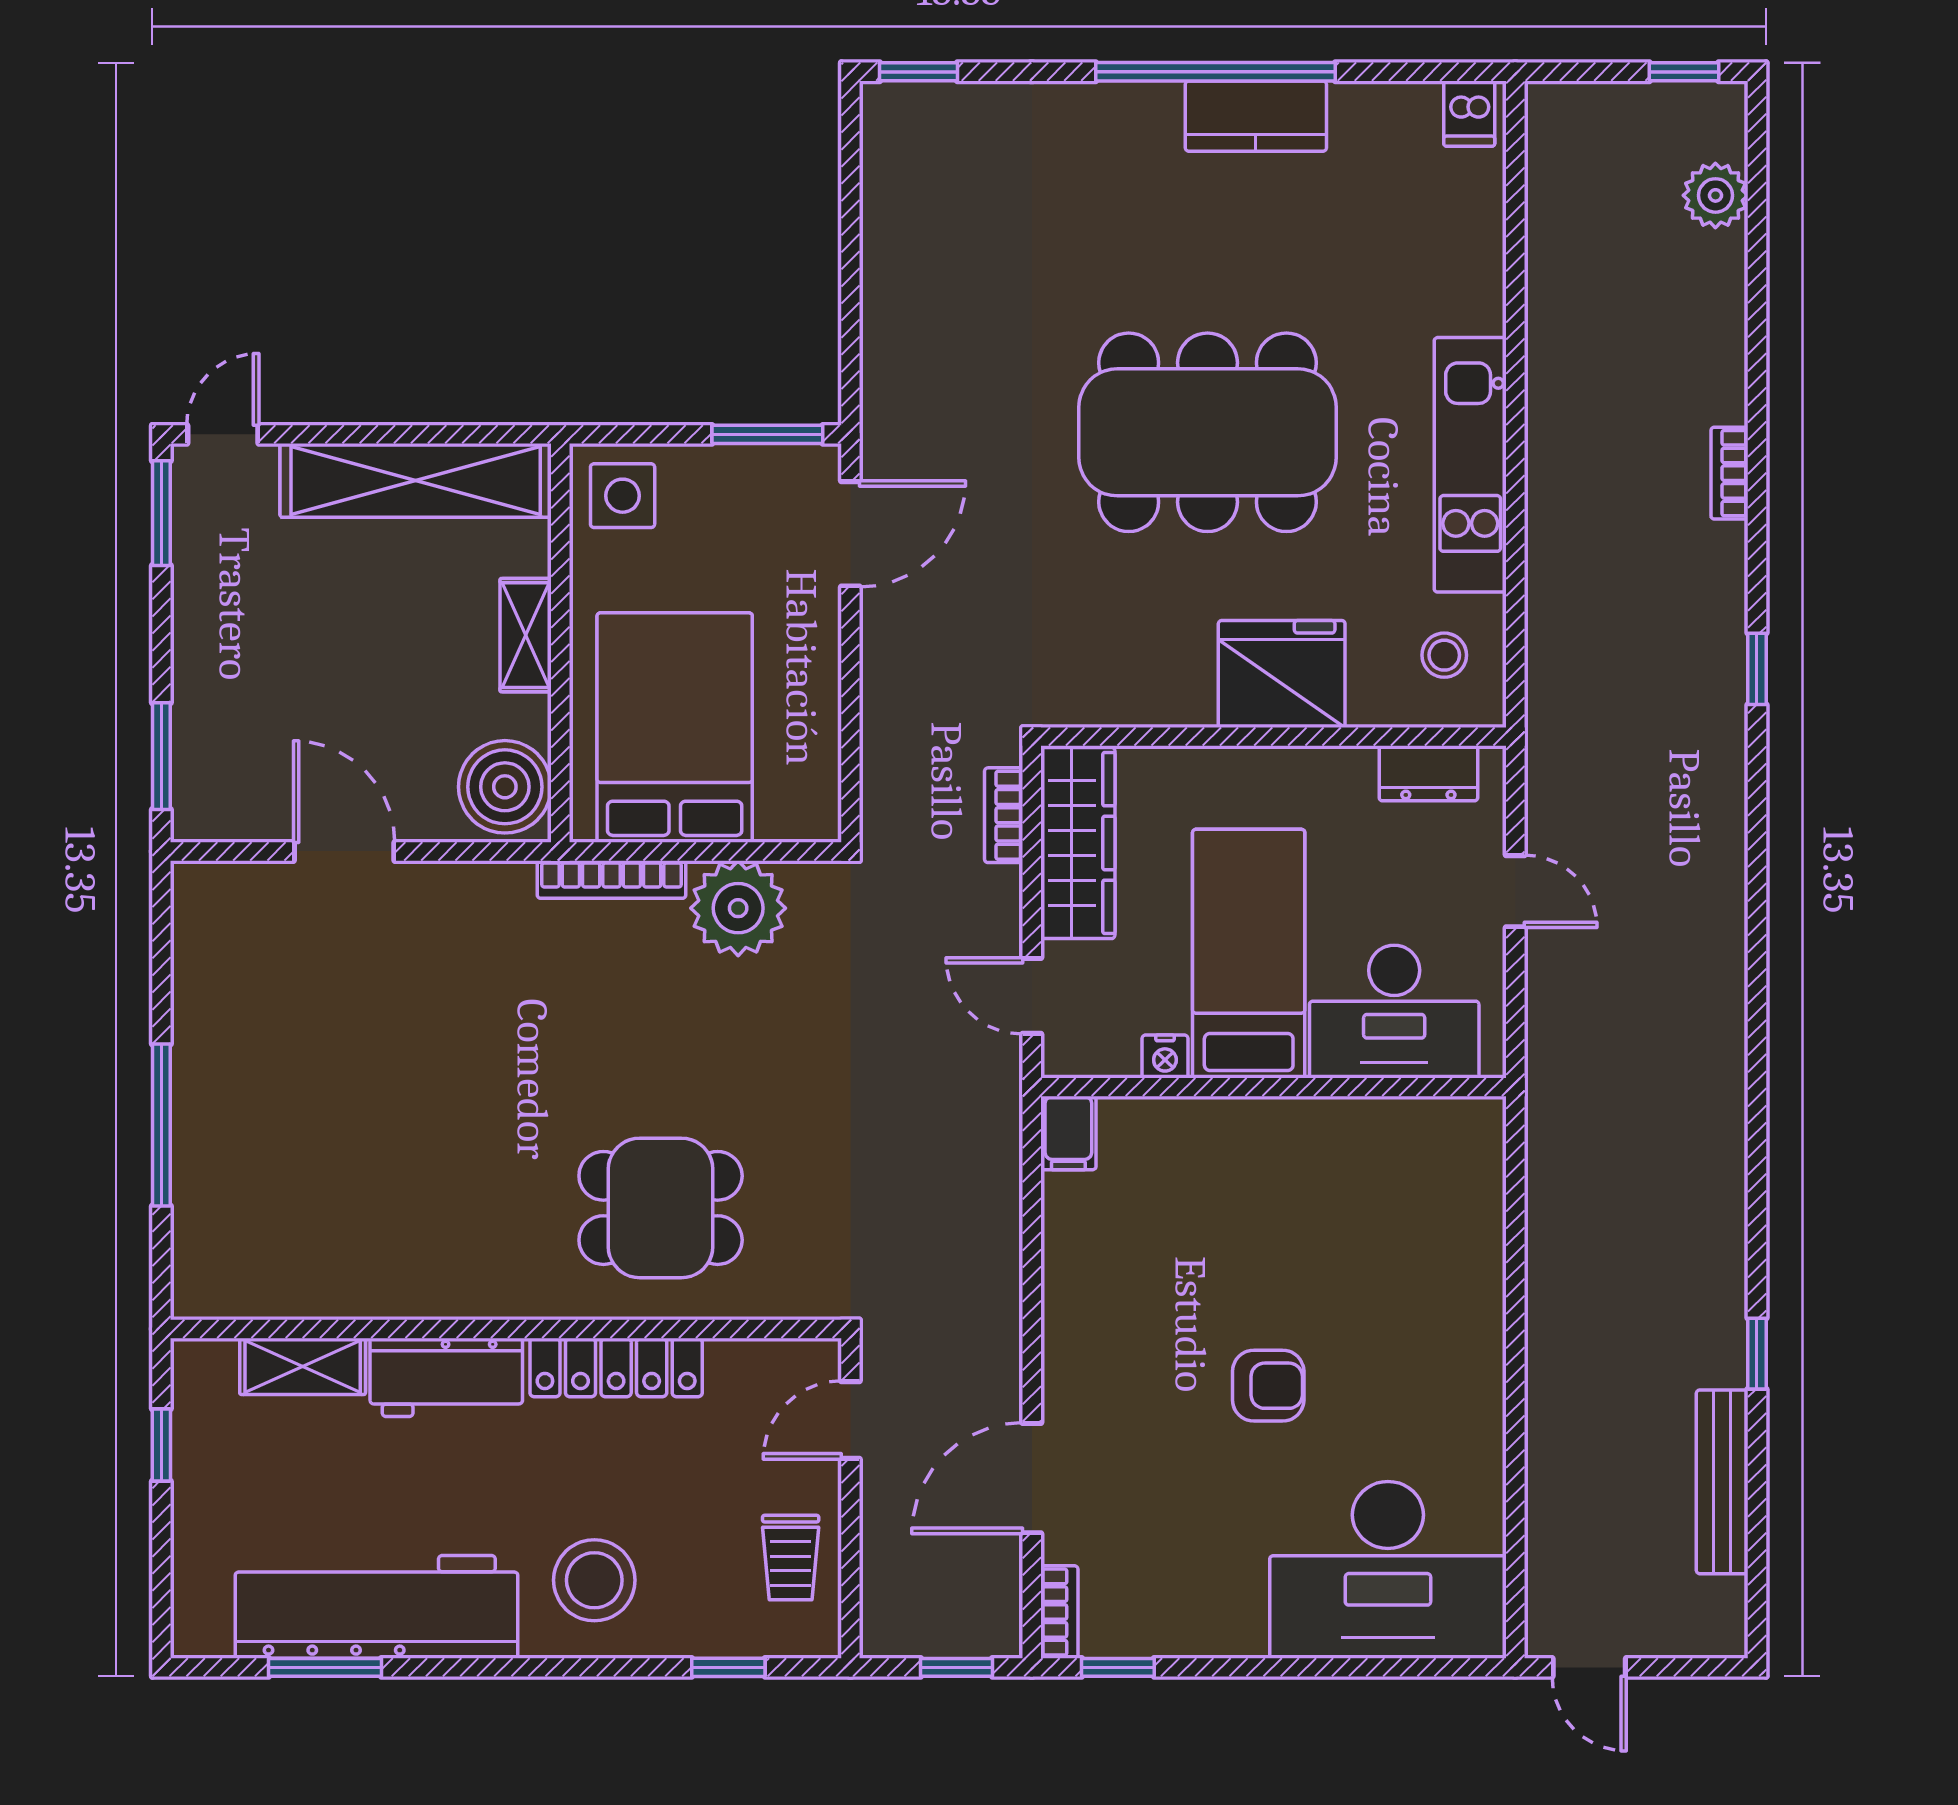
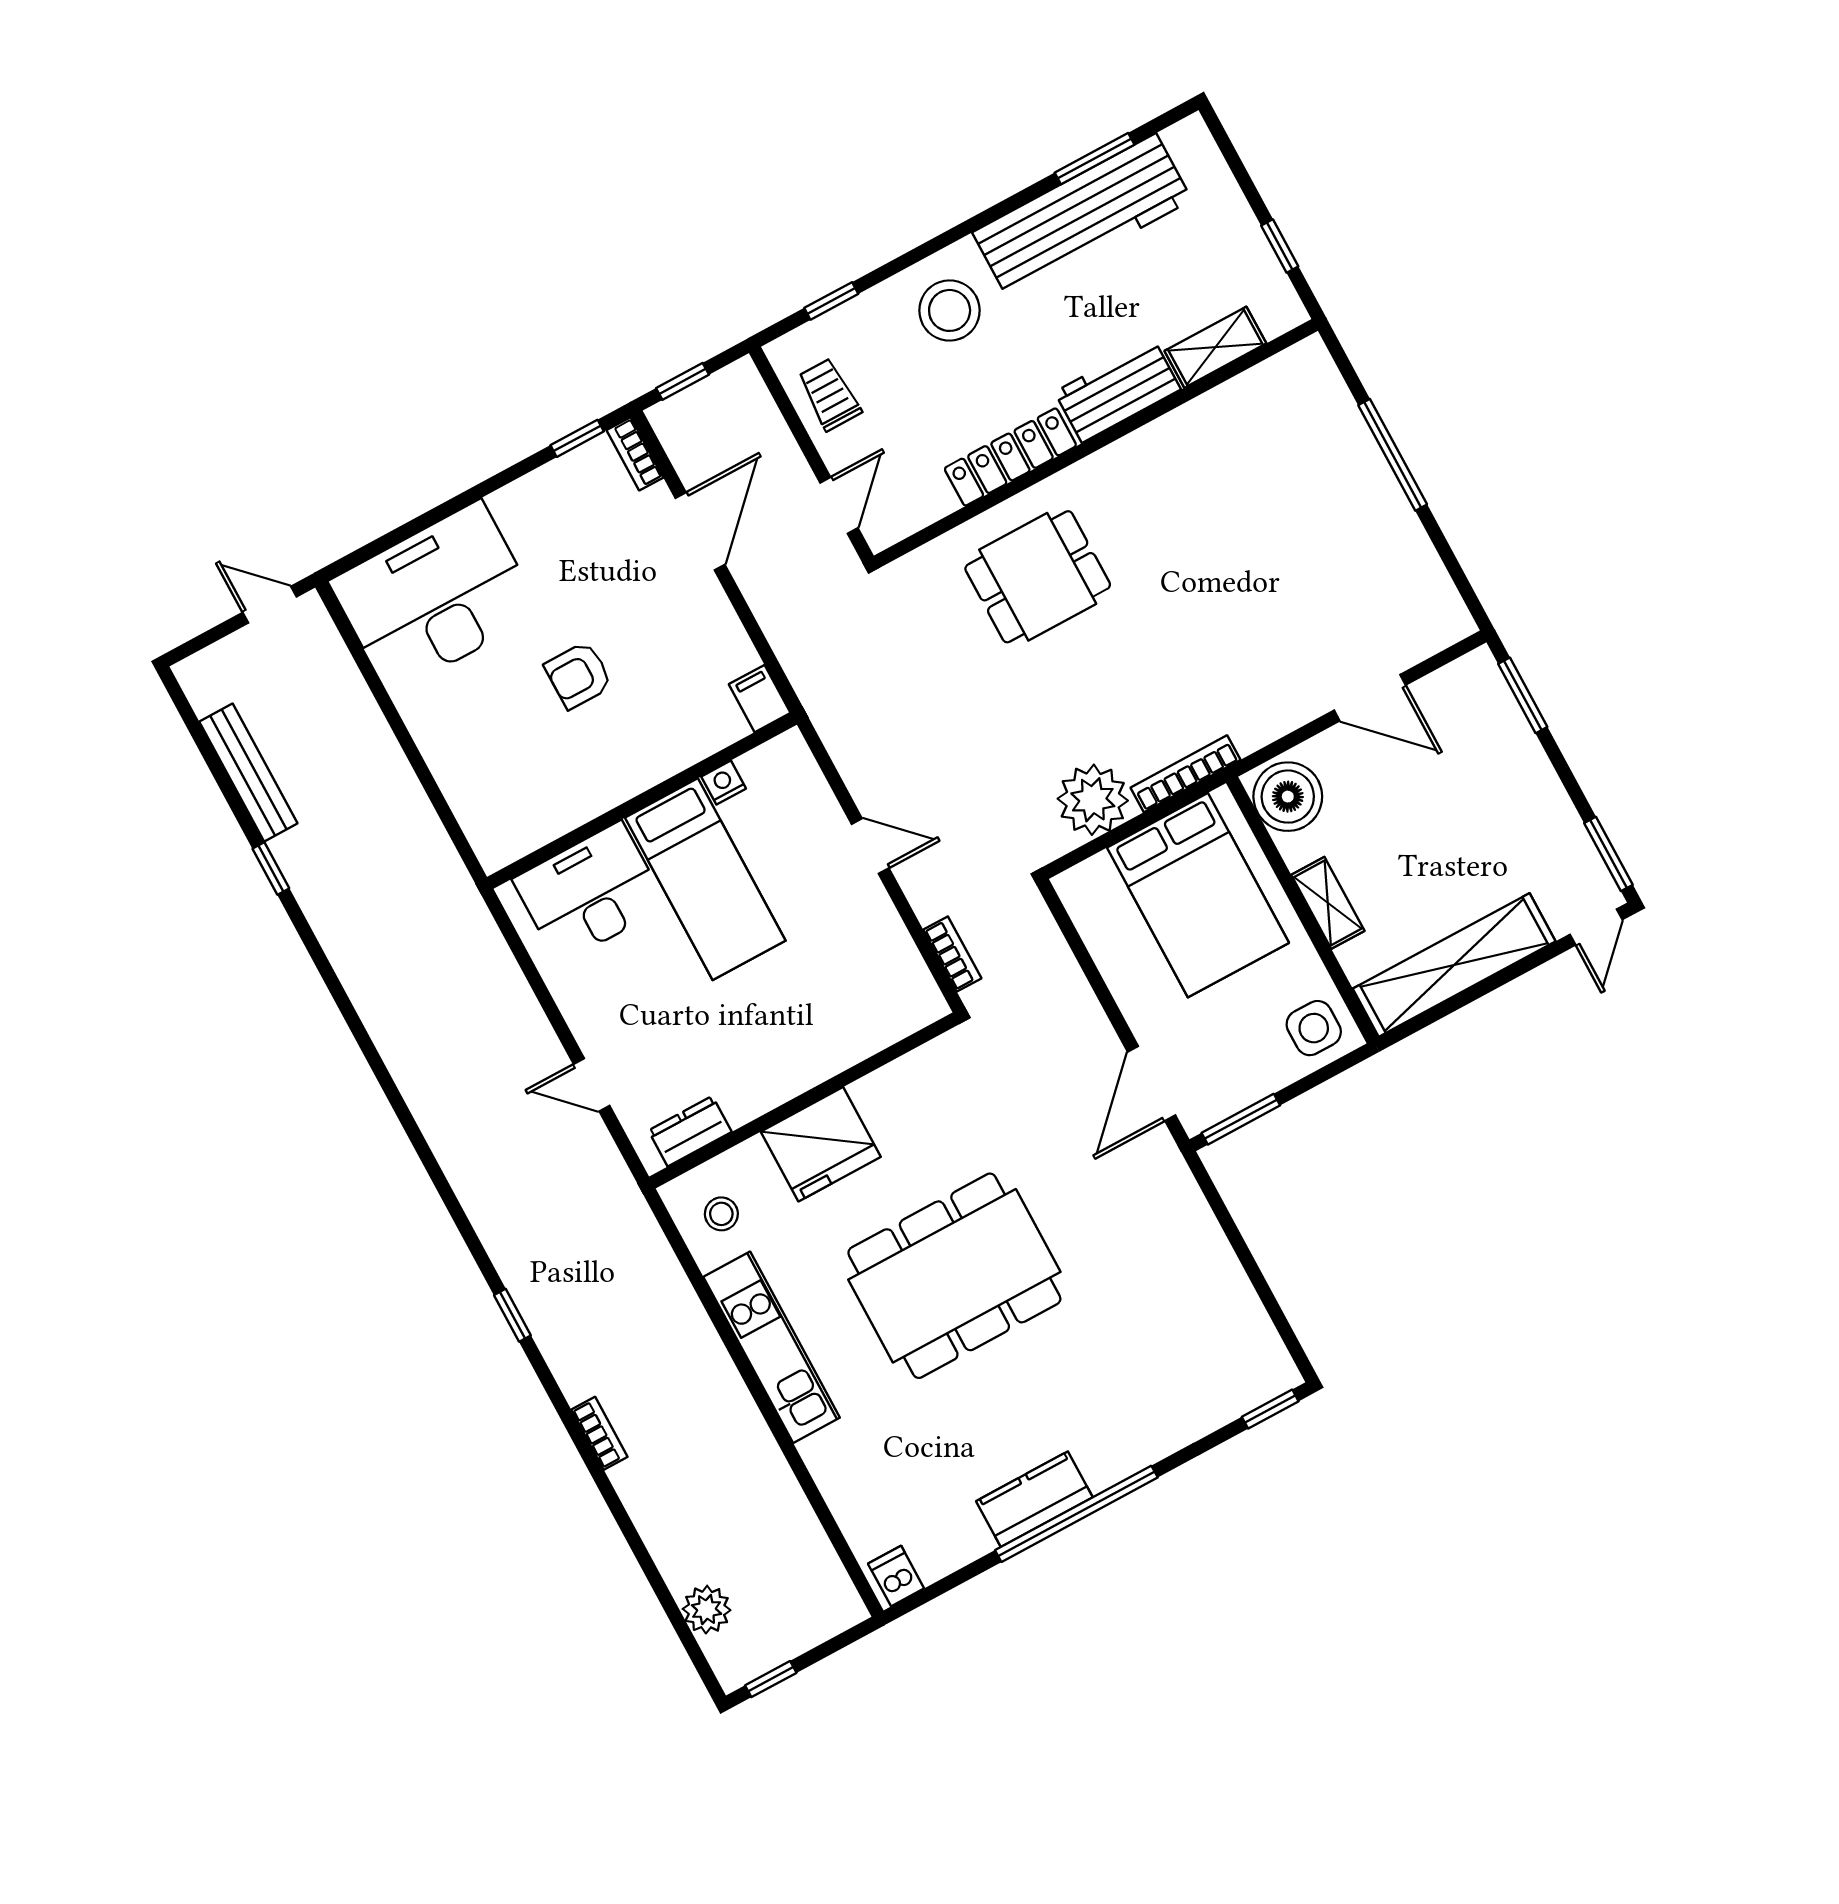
wardrobe: (1078, 843) -> (894, 962), removed
bed: (1249, 954) -> (705, 879), moved
desk: (1394, 1012) -> (590, 893), moved
nightstand: (1165, 1057) -> (724, 783), moved
wall: (1273, 1087) -> (642, 801), moved
filing cabinet: (1068, 1133) -> (760, 699), moved

